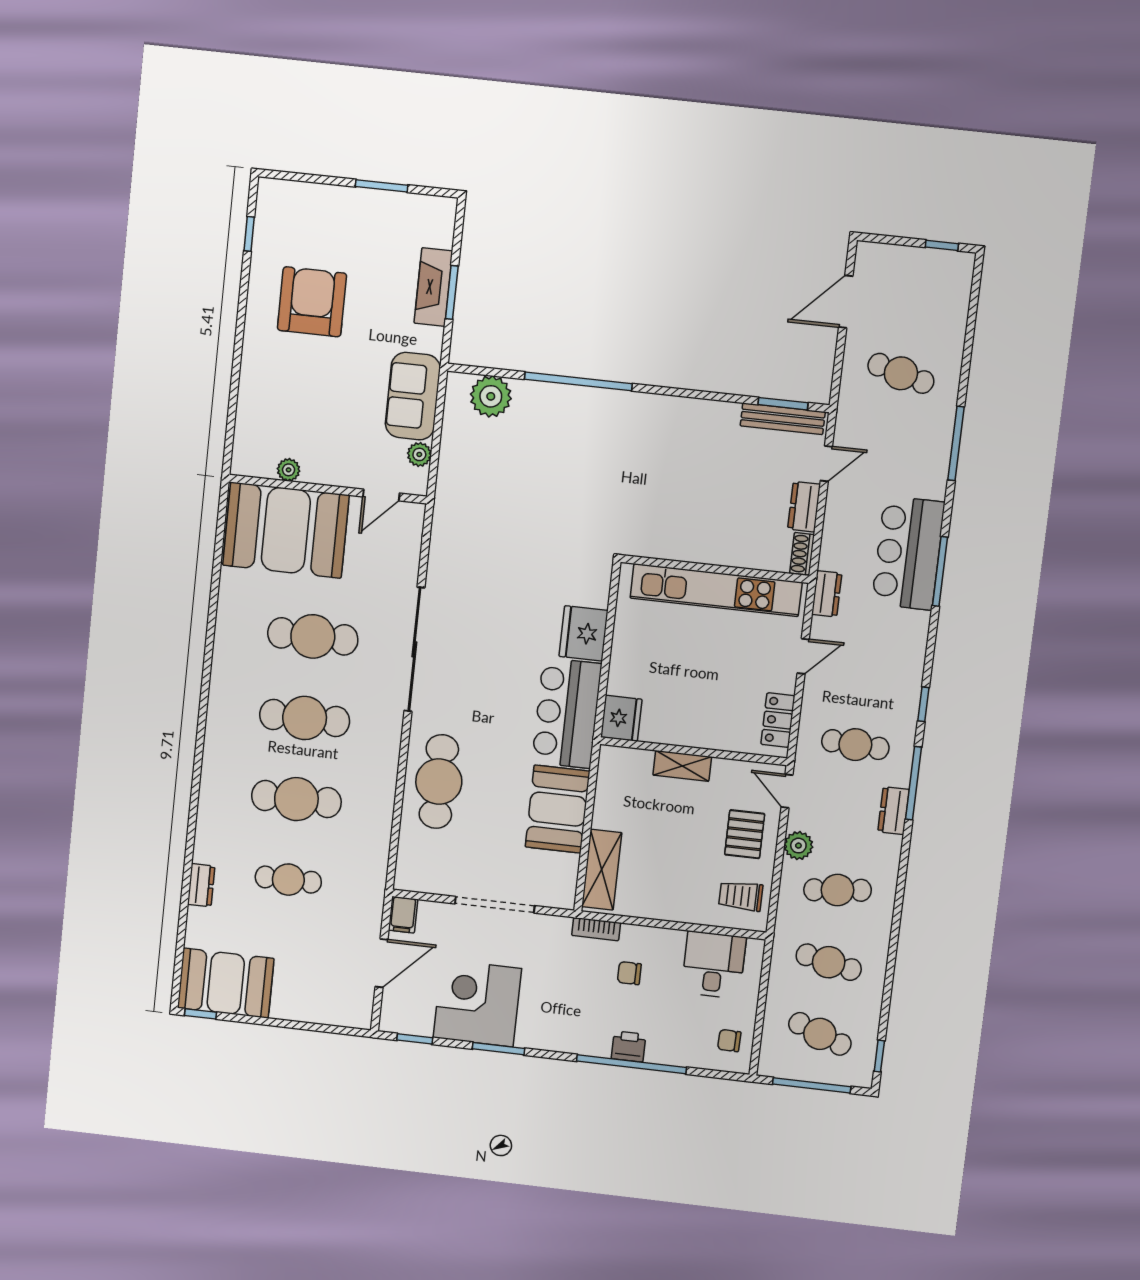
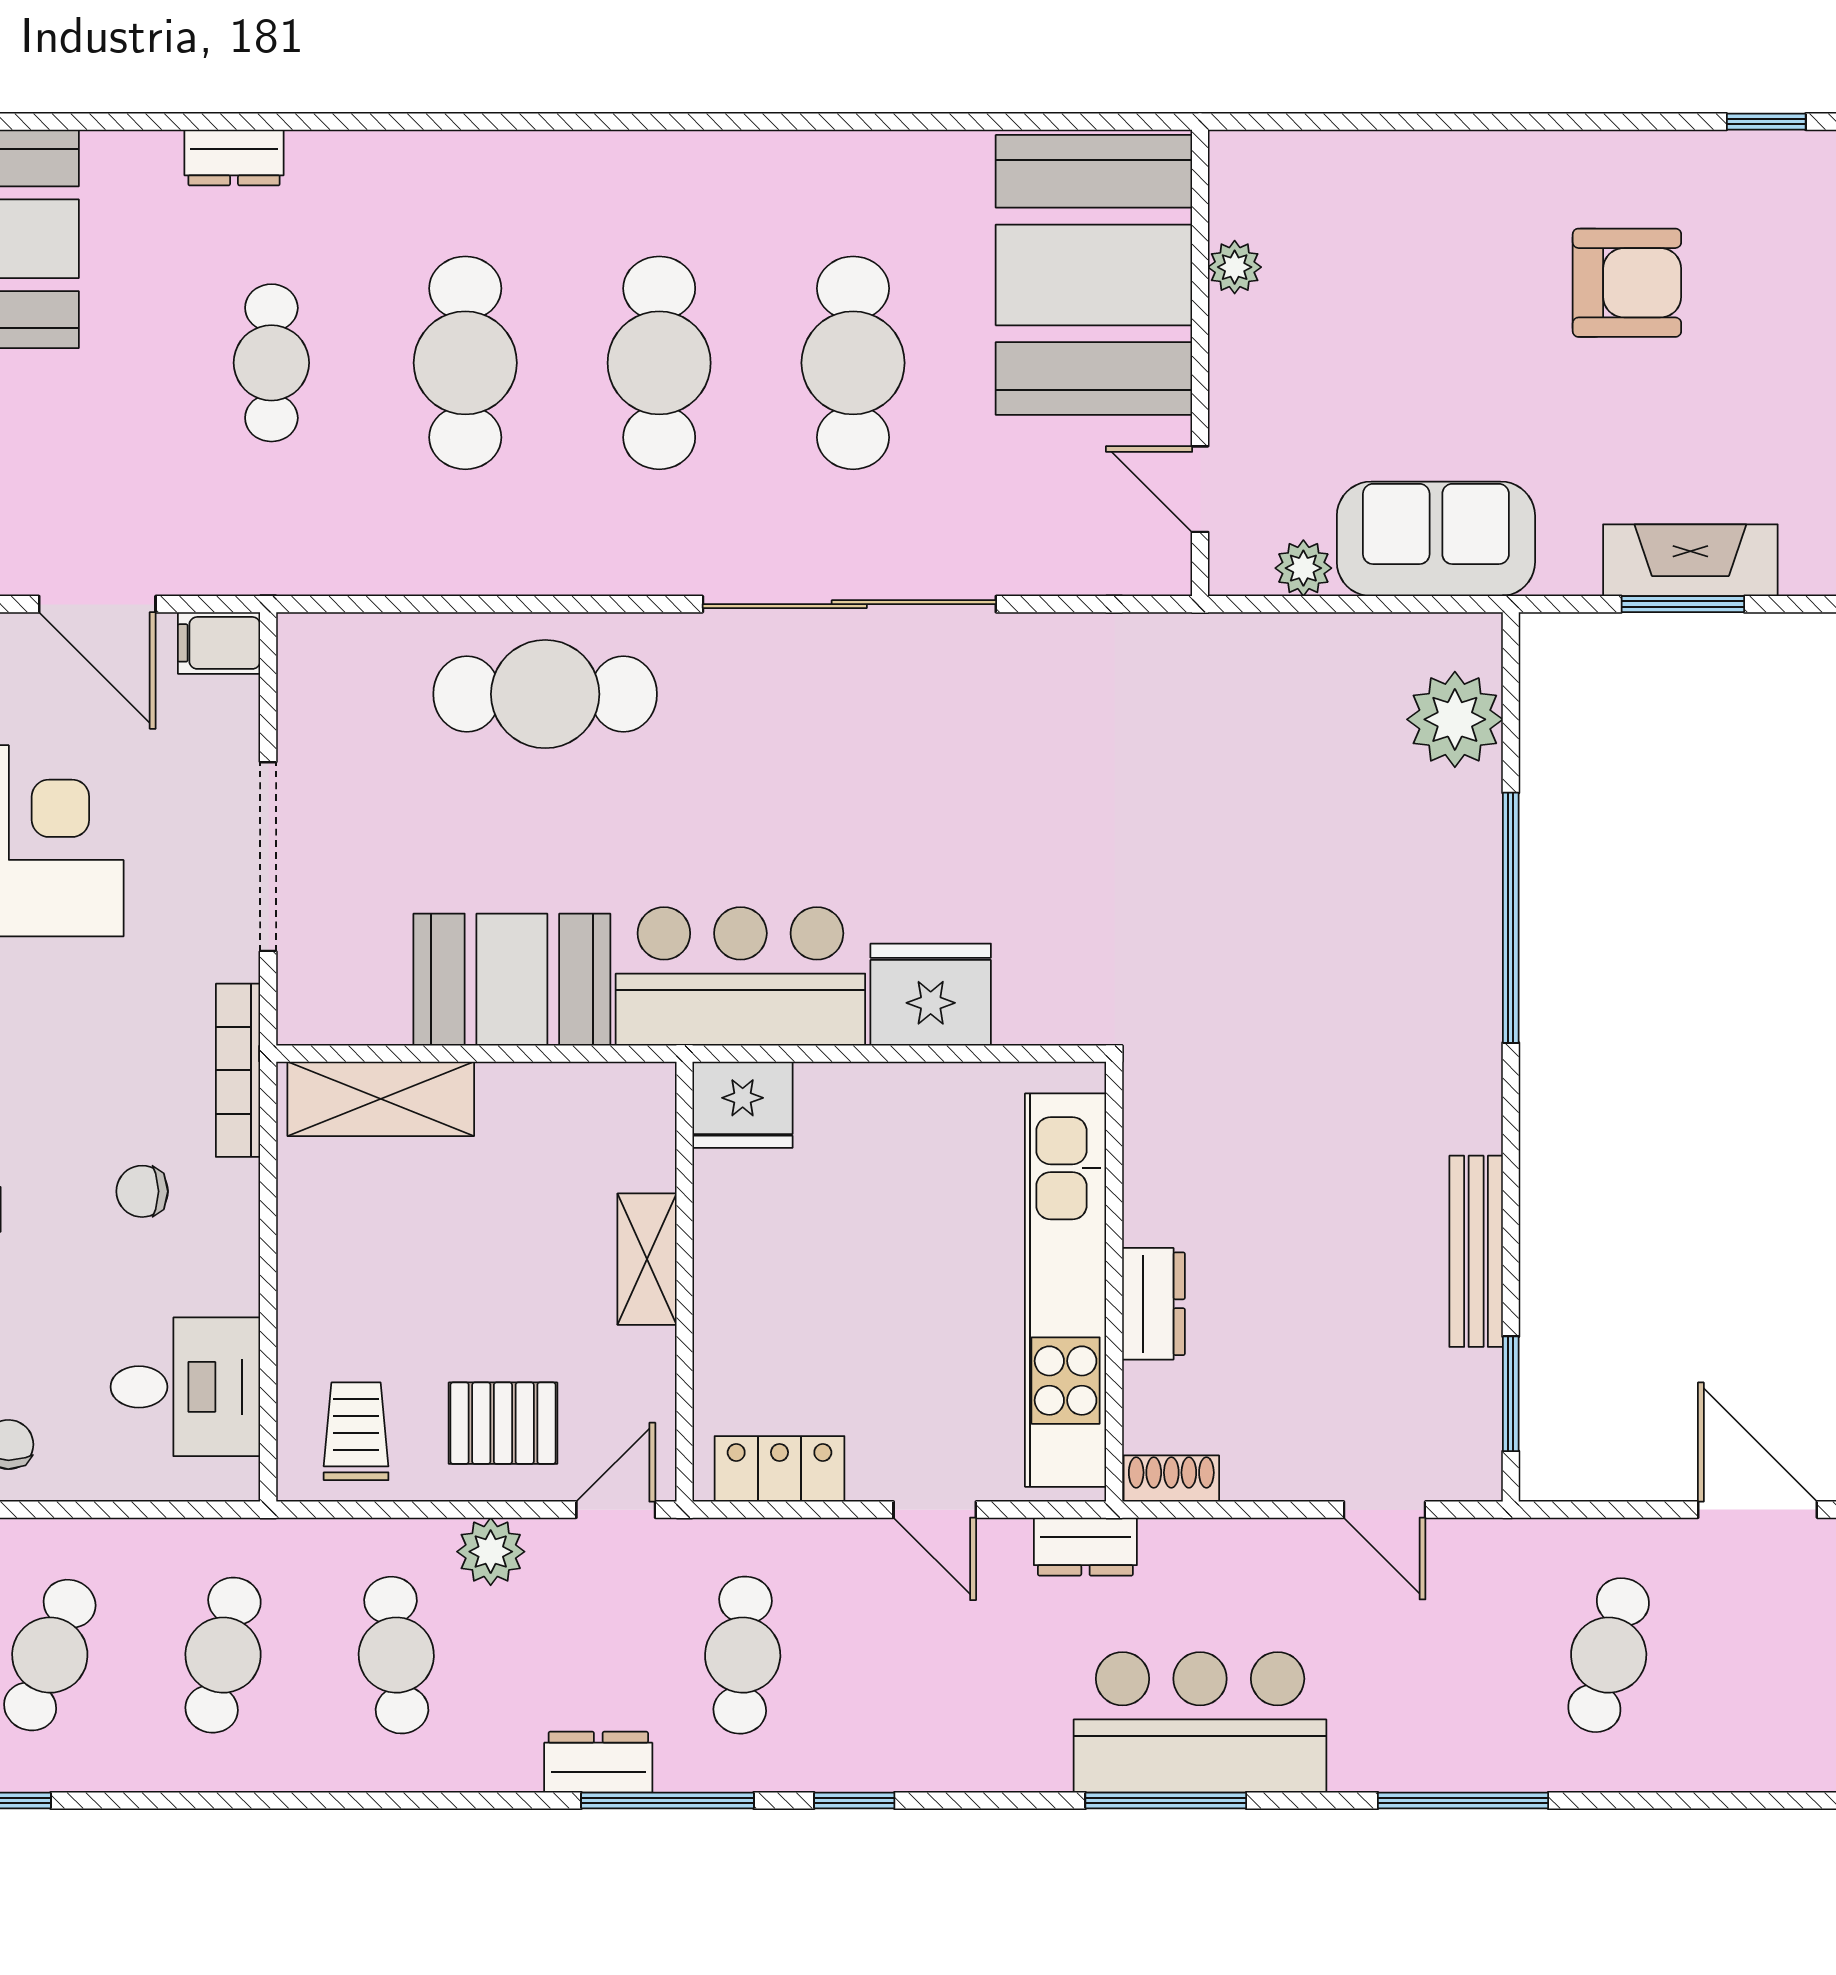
armchair: (312, 302) -> (1627, 283), width x0.73, depth x0.73
bench: (783, 419) -> (1476, 1251), moved
dresser: (804, 507) -> (1153, 1304), moved, turned 90
bookcase: (596, 929) -> (238, 1070), width x1.56
chair: (629, 973) -> (142, 1191), turned -90

